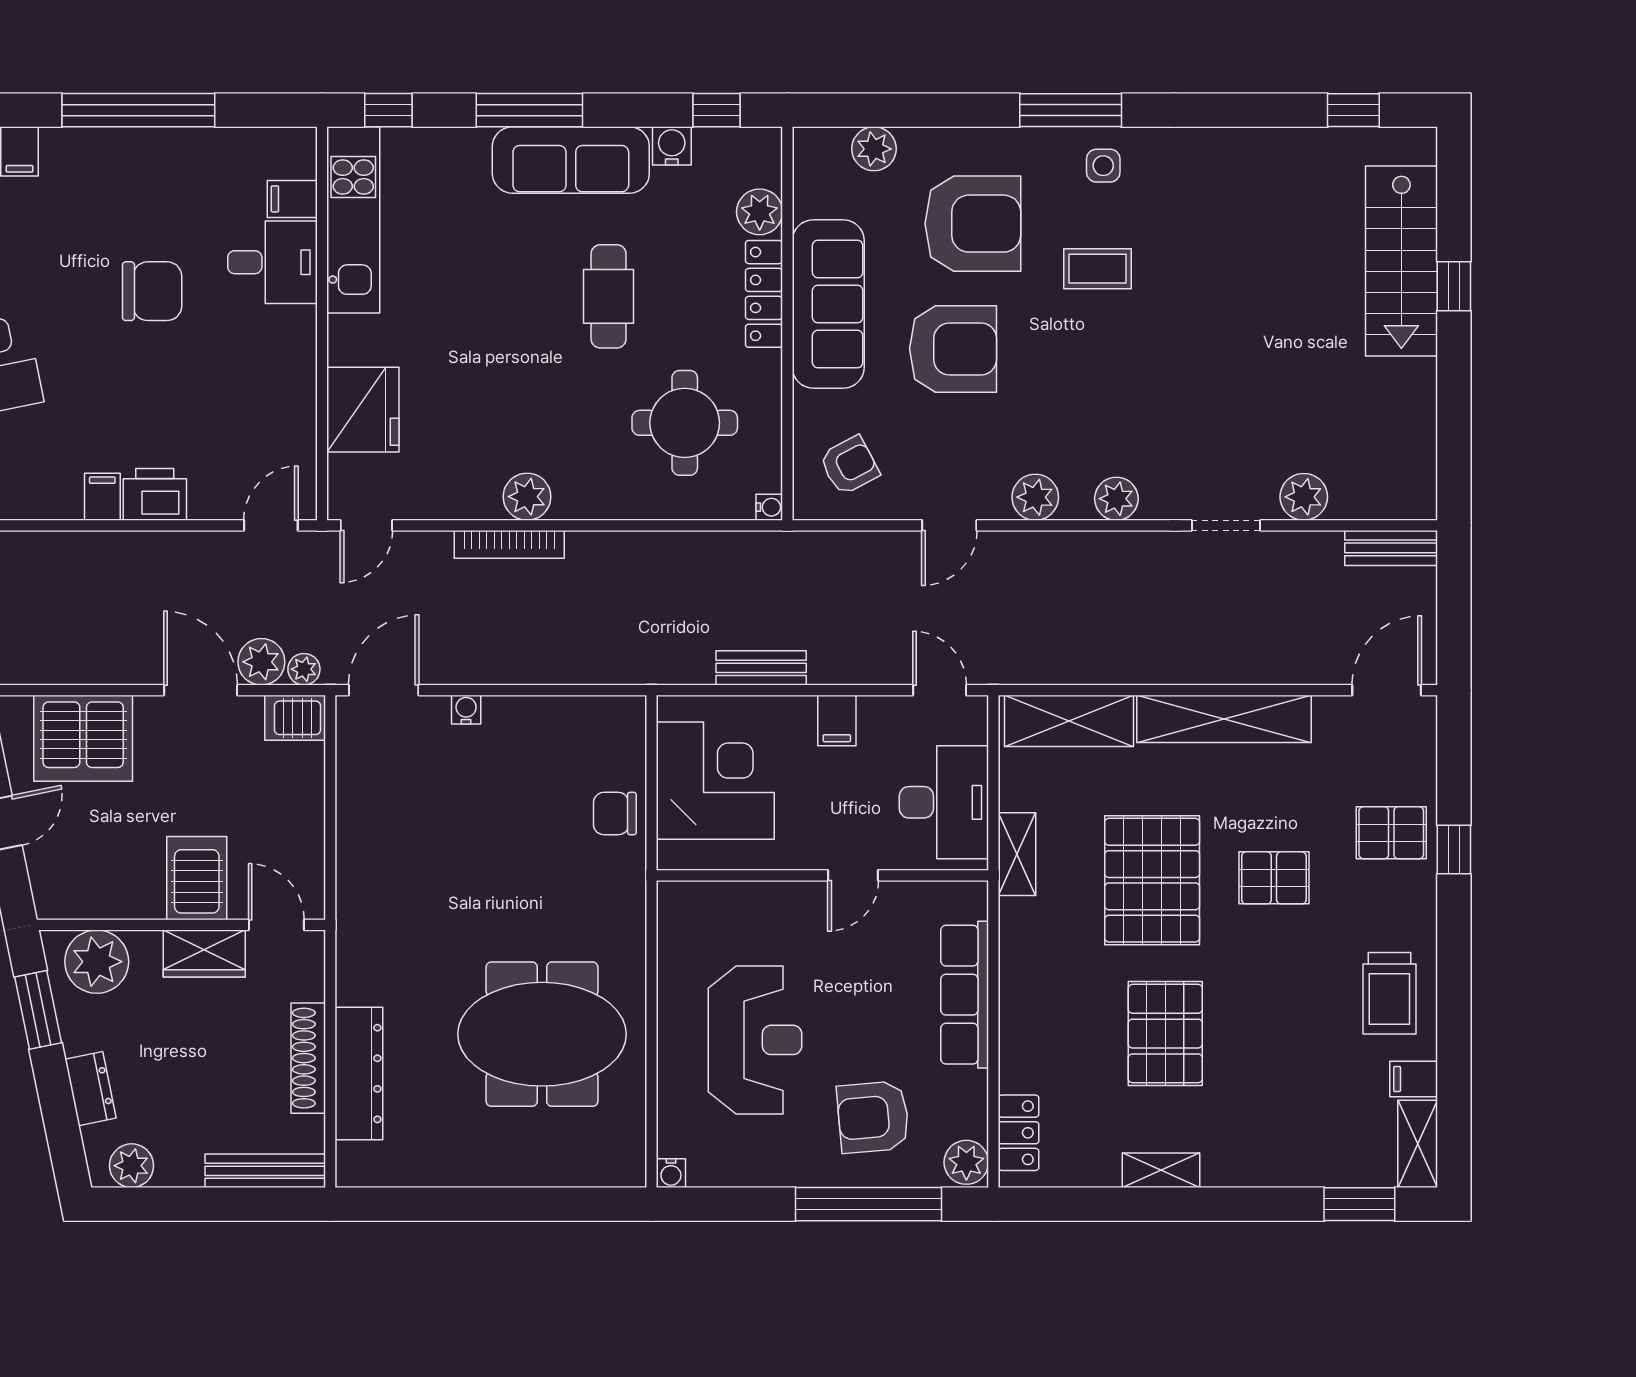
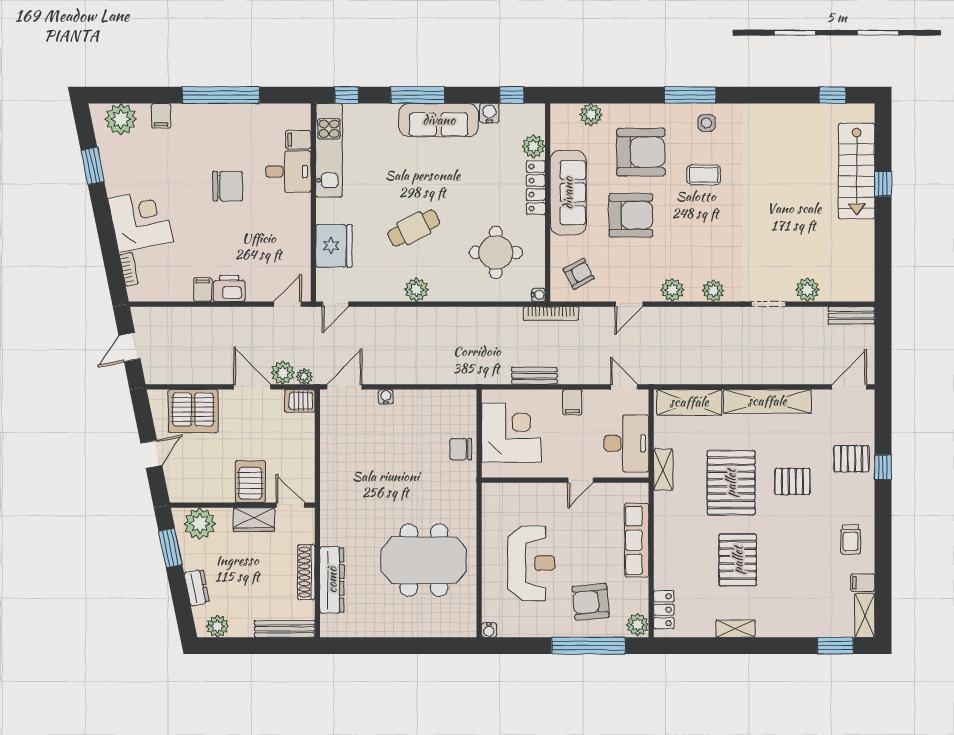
cafe table: (609, 296) -> (414, 228), moved, turned 63
bookcase: (509, 544) -> (551, 314), moved
trolley: (1389, 993) -> (851, 540), width x0.73, depth x0.72

